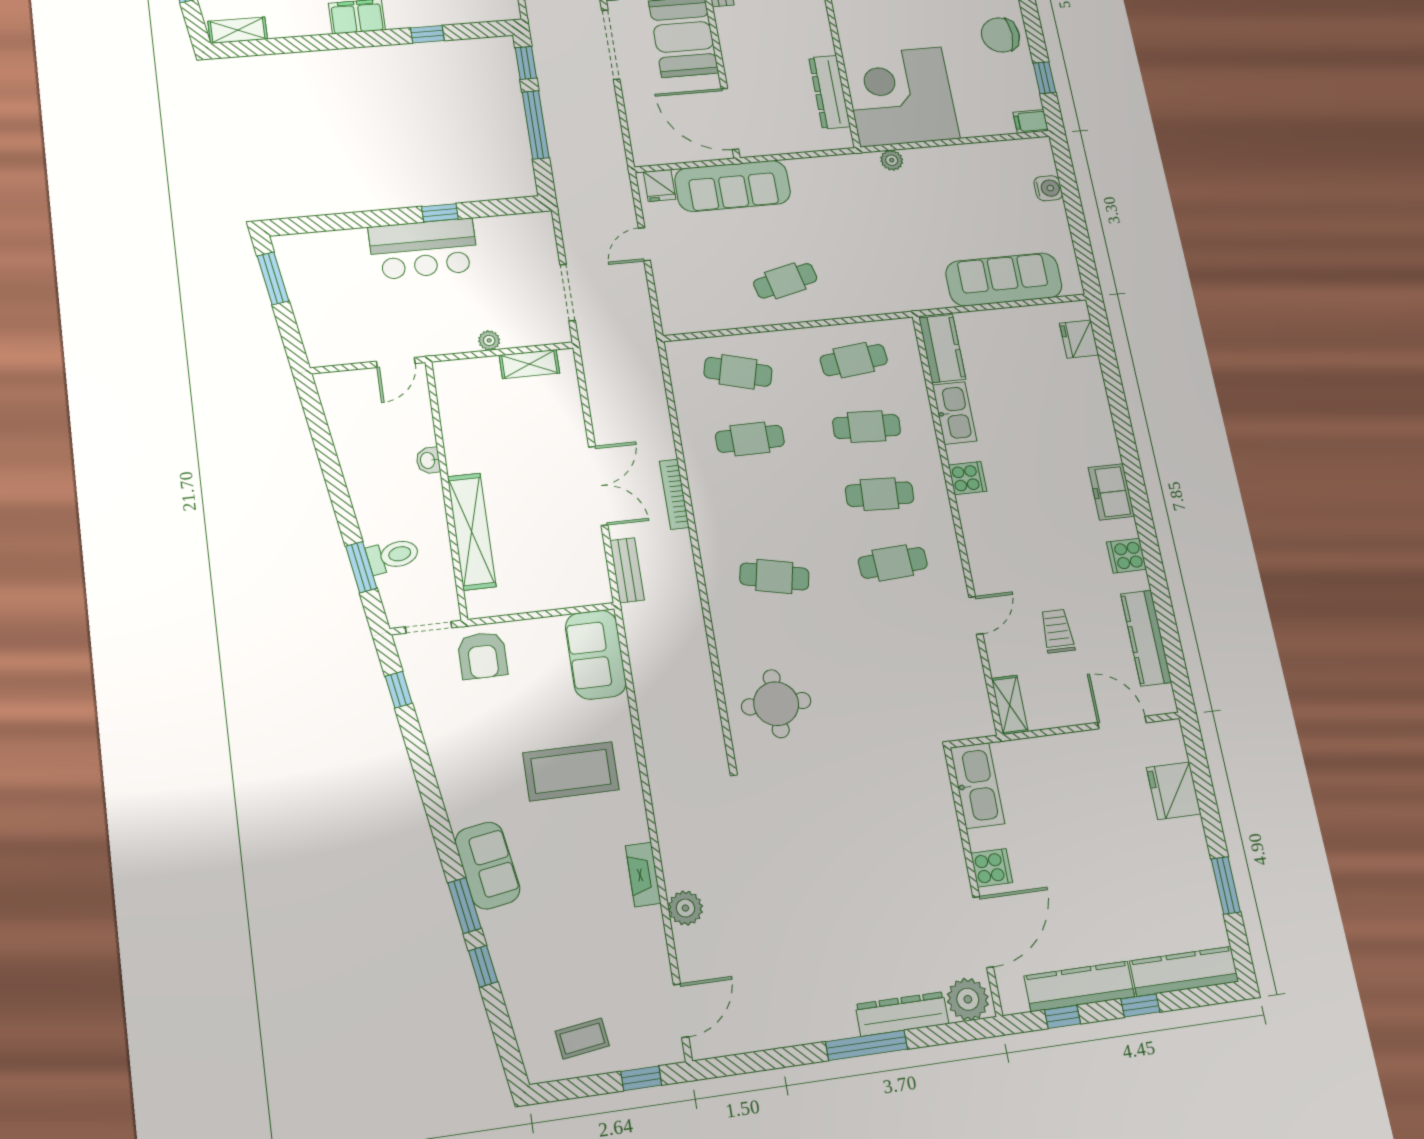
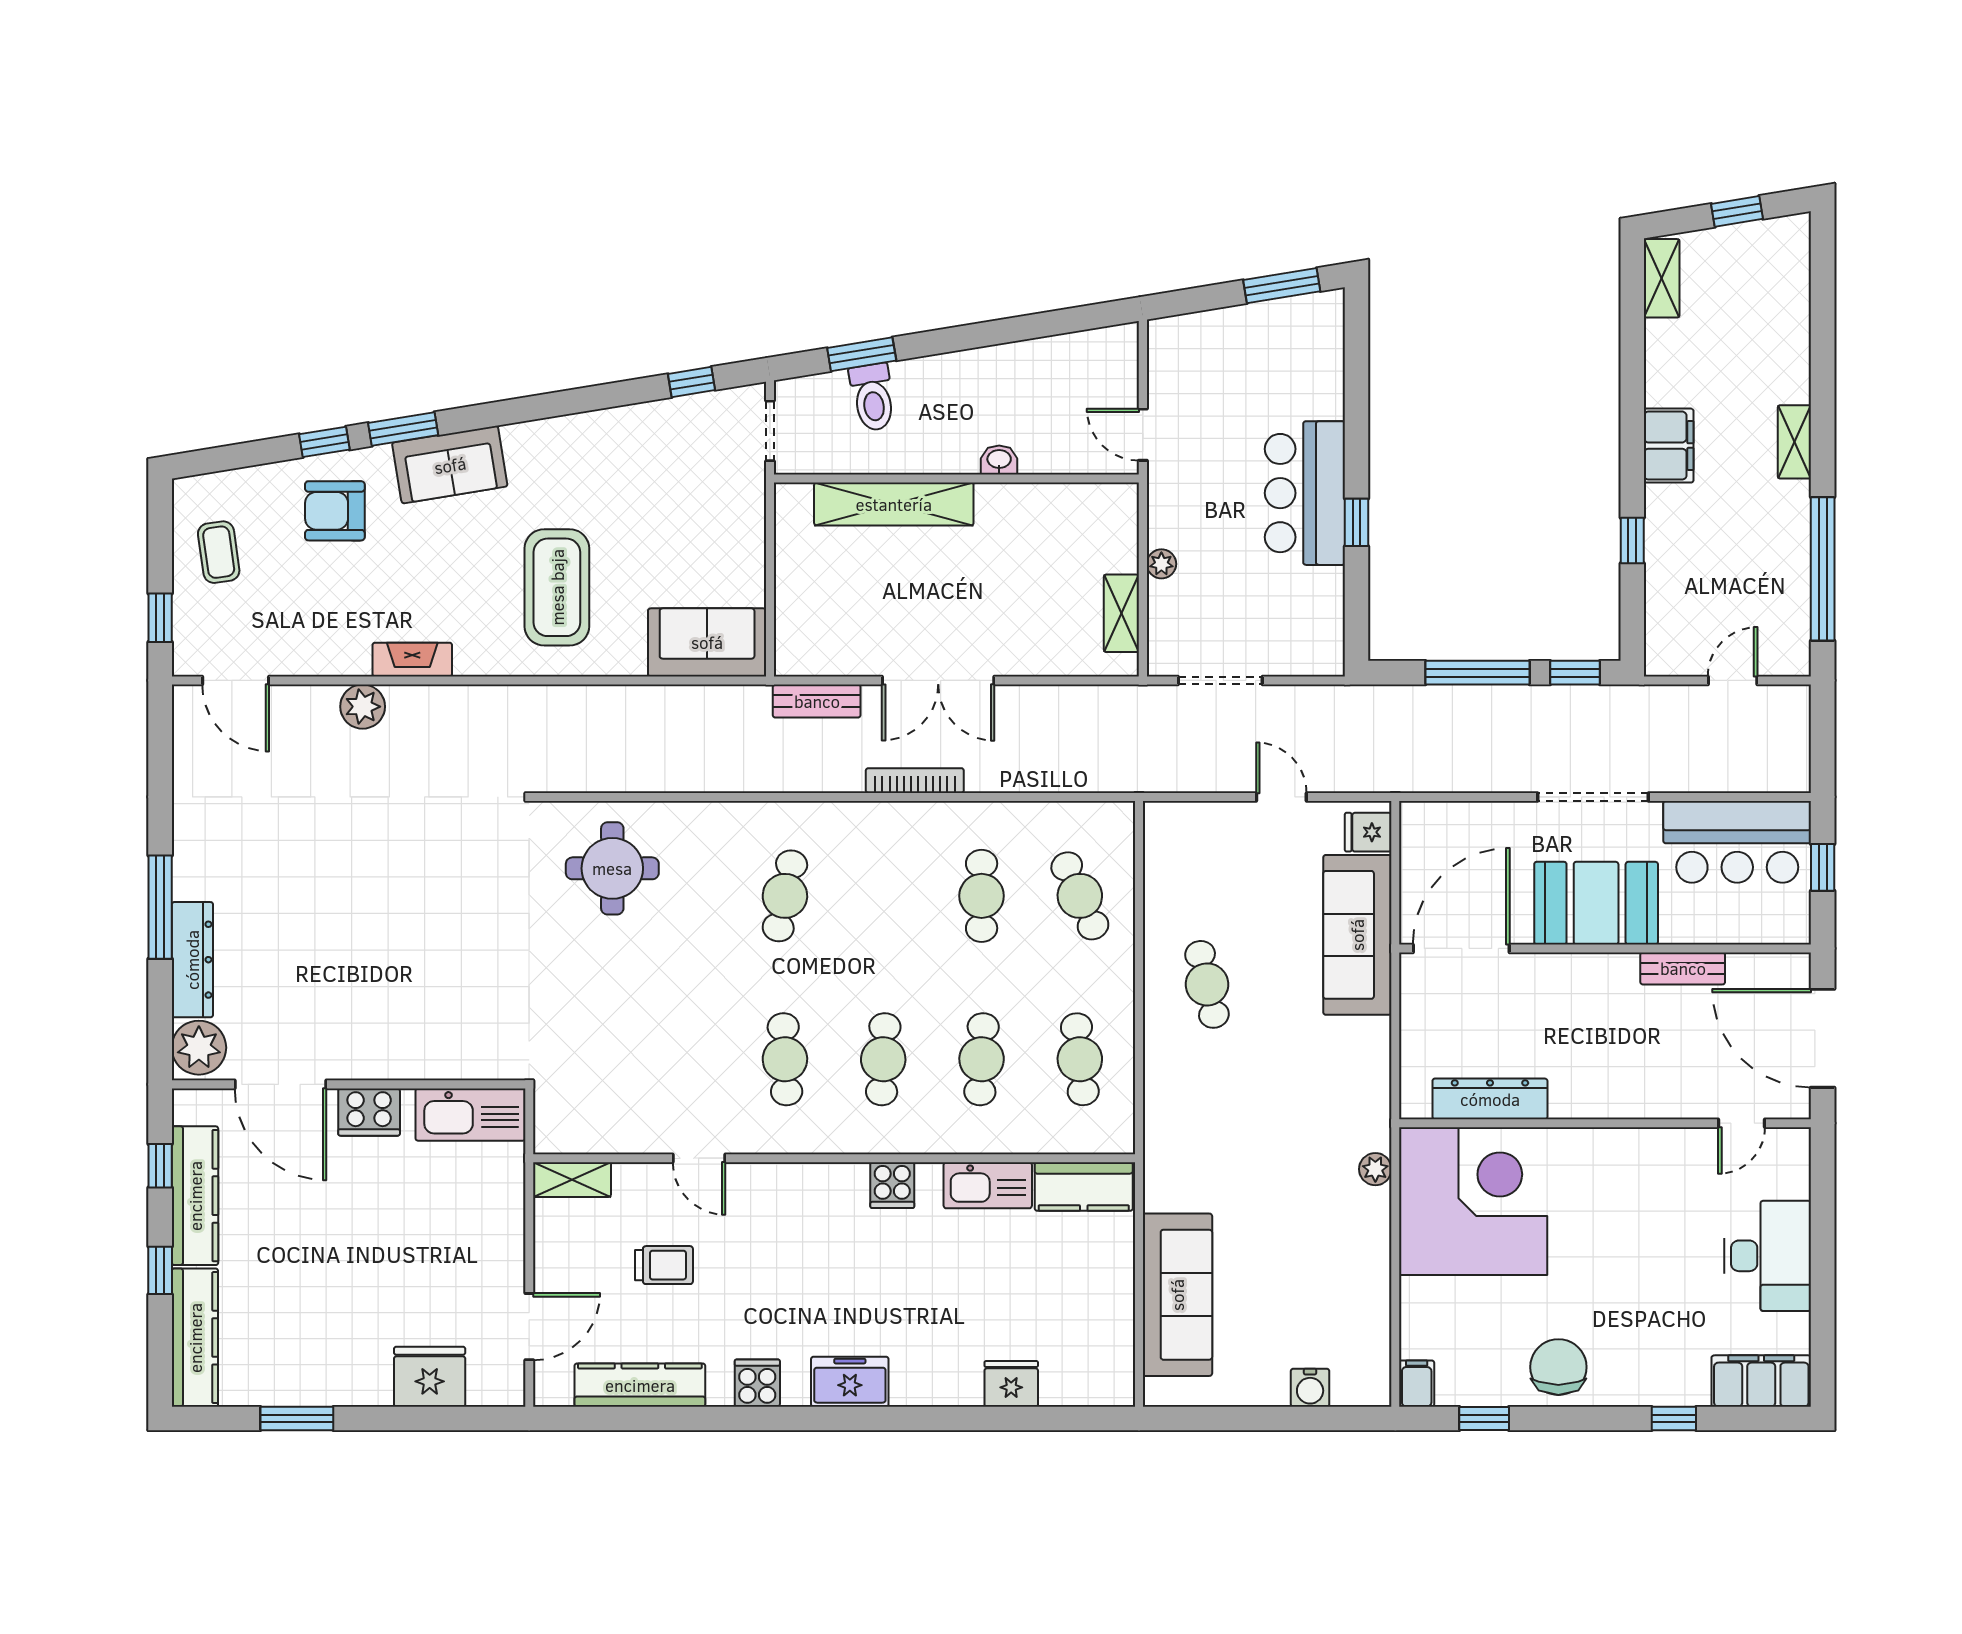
fridge: (1079, 339) -> (1011, 1384), moved
cafe table: (738, 372) -> (1080, 896), turned -39
armchair: (482, 656) -> (335, 511), moved
cooker: (992, 868) -> (369, 1112), width x1.36

